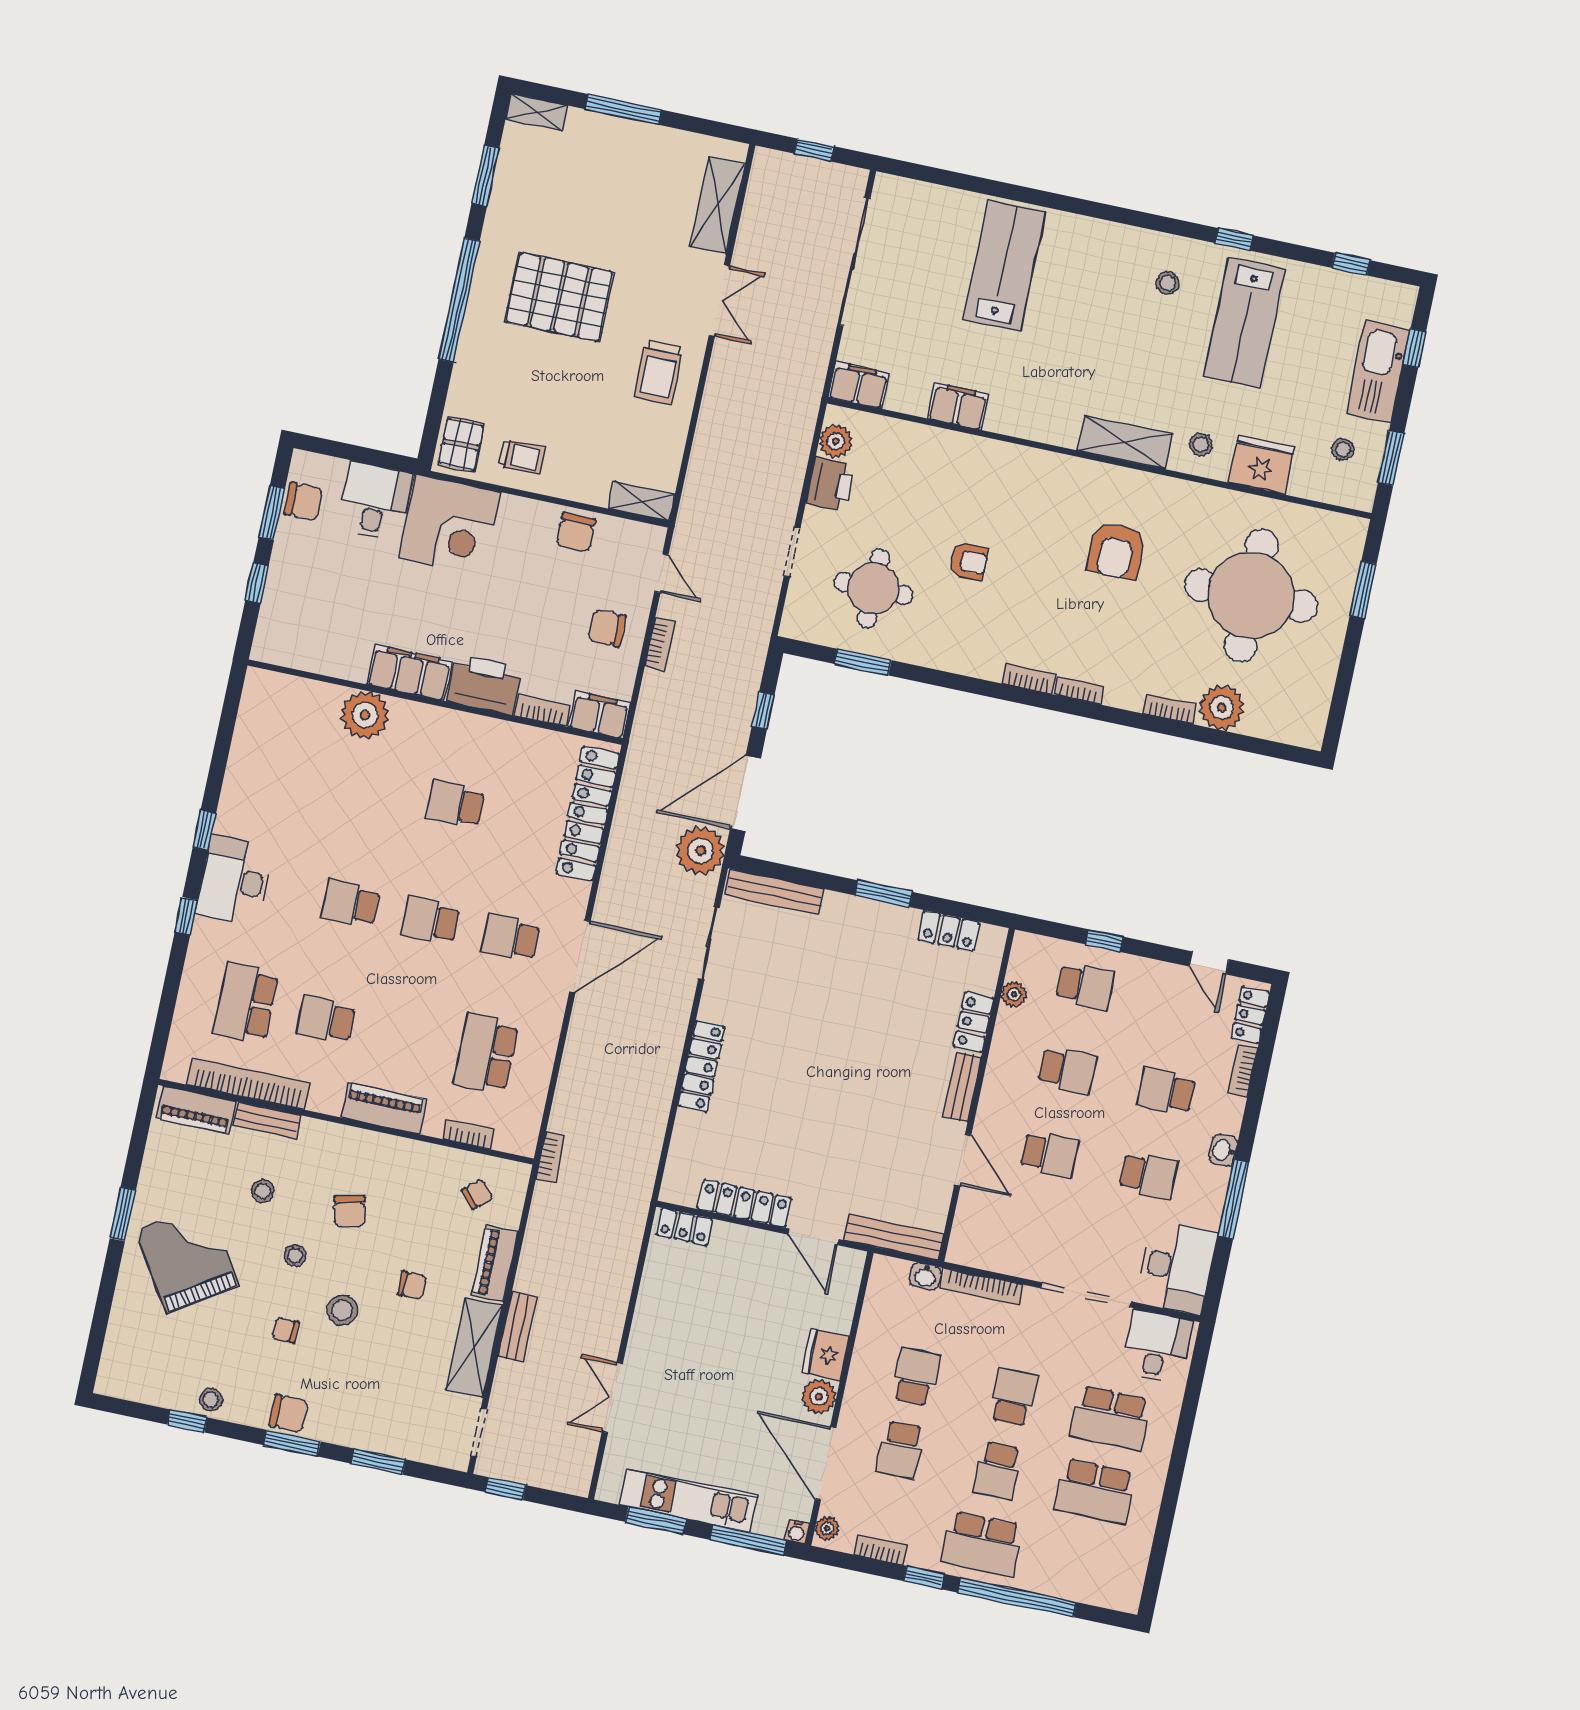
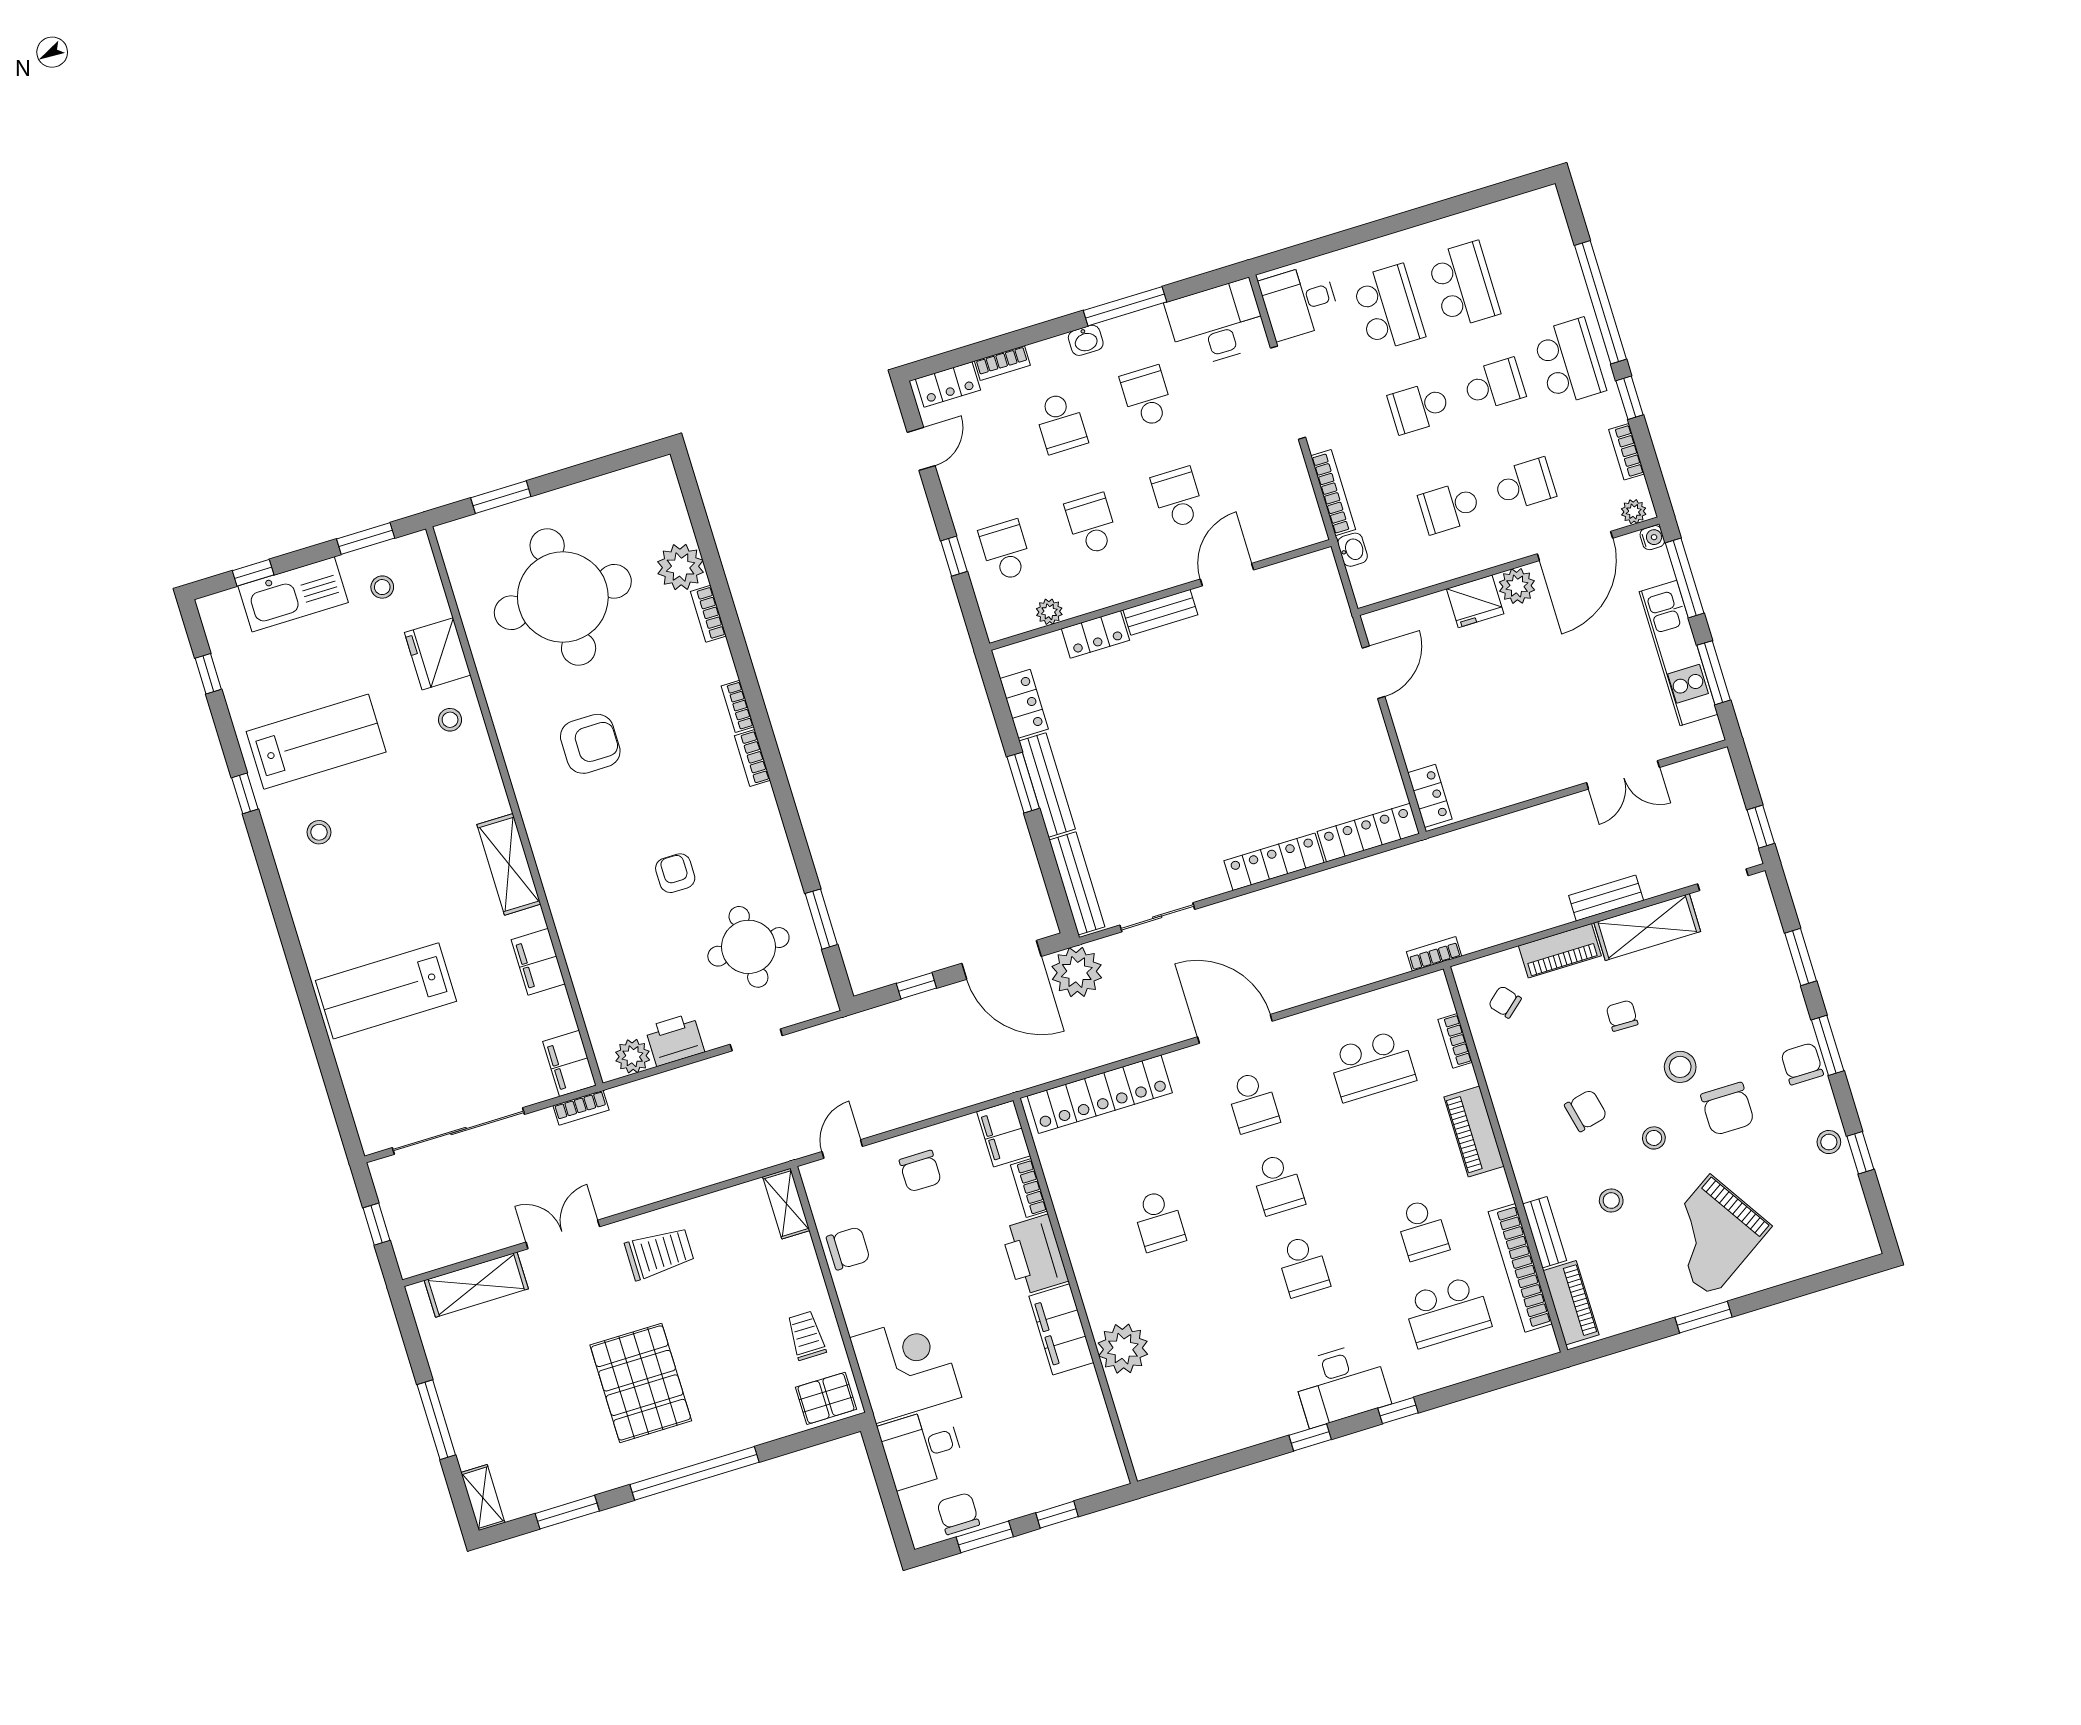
shelving: (1125, 442) -> (509, 864), moved
bookcase: (660, 644) -> (581, 1108), moved, turned 180
locker: (744, 1203) -> (1368, 833), moved, turned 90
bench: (894, 1237) -> (1047, 785), moved
chair: (285, 1330) -> (1727, 1109), width x1.87, depth x1.87

